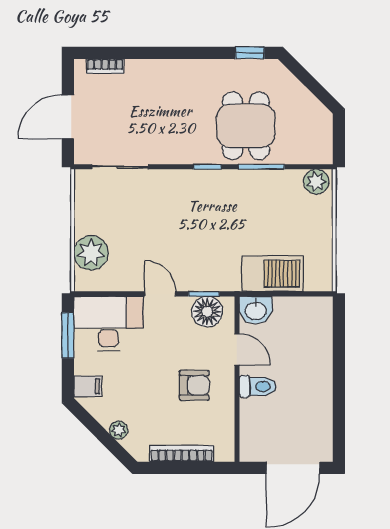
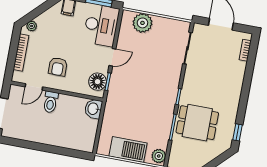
barbecue: (273, 274) -> (128, 150), moved, turned -90
door: (237, 350) -> (34, 87), moved
plant: (119, 430) -> (32, 26), moved

